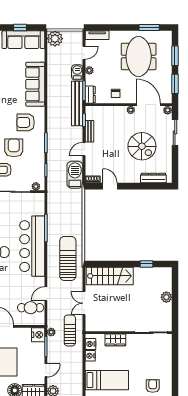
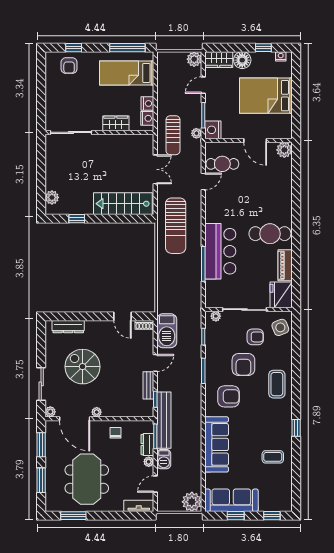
dresser: (90, 95) -> (147, 445), moved
bar counter: (32, 246) -> (220, 251), width x0.73
plant: (166, 297) -> (52, 197), moved

